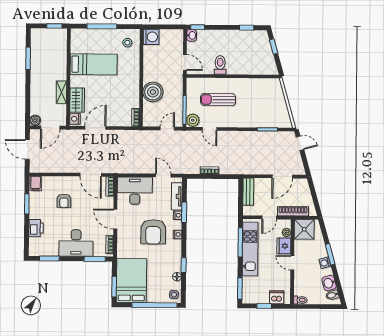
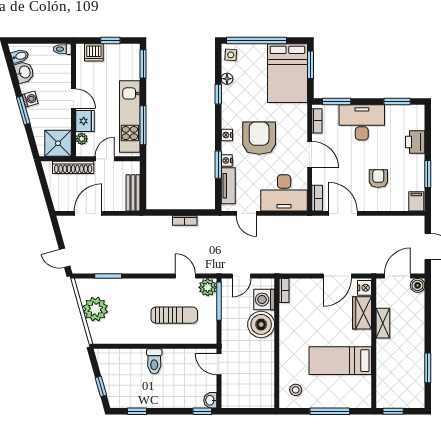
washing machine: (151, 37) -> (264, 300), moved
toilet: (220, 65) -> (154, 361), moved
plant: (277, 105) -> (95, 309), added

